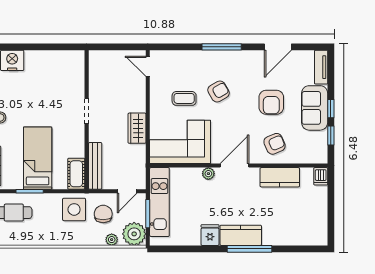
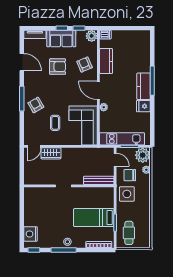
armchair: (219, 92) -> (36, 105), moved
wardrobe: (137, 128) -> (51, 153), moved
plant: (319, 155) -> (92, 36), added
cot: (76, 174) -> (104, 193), removed

